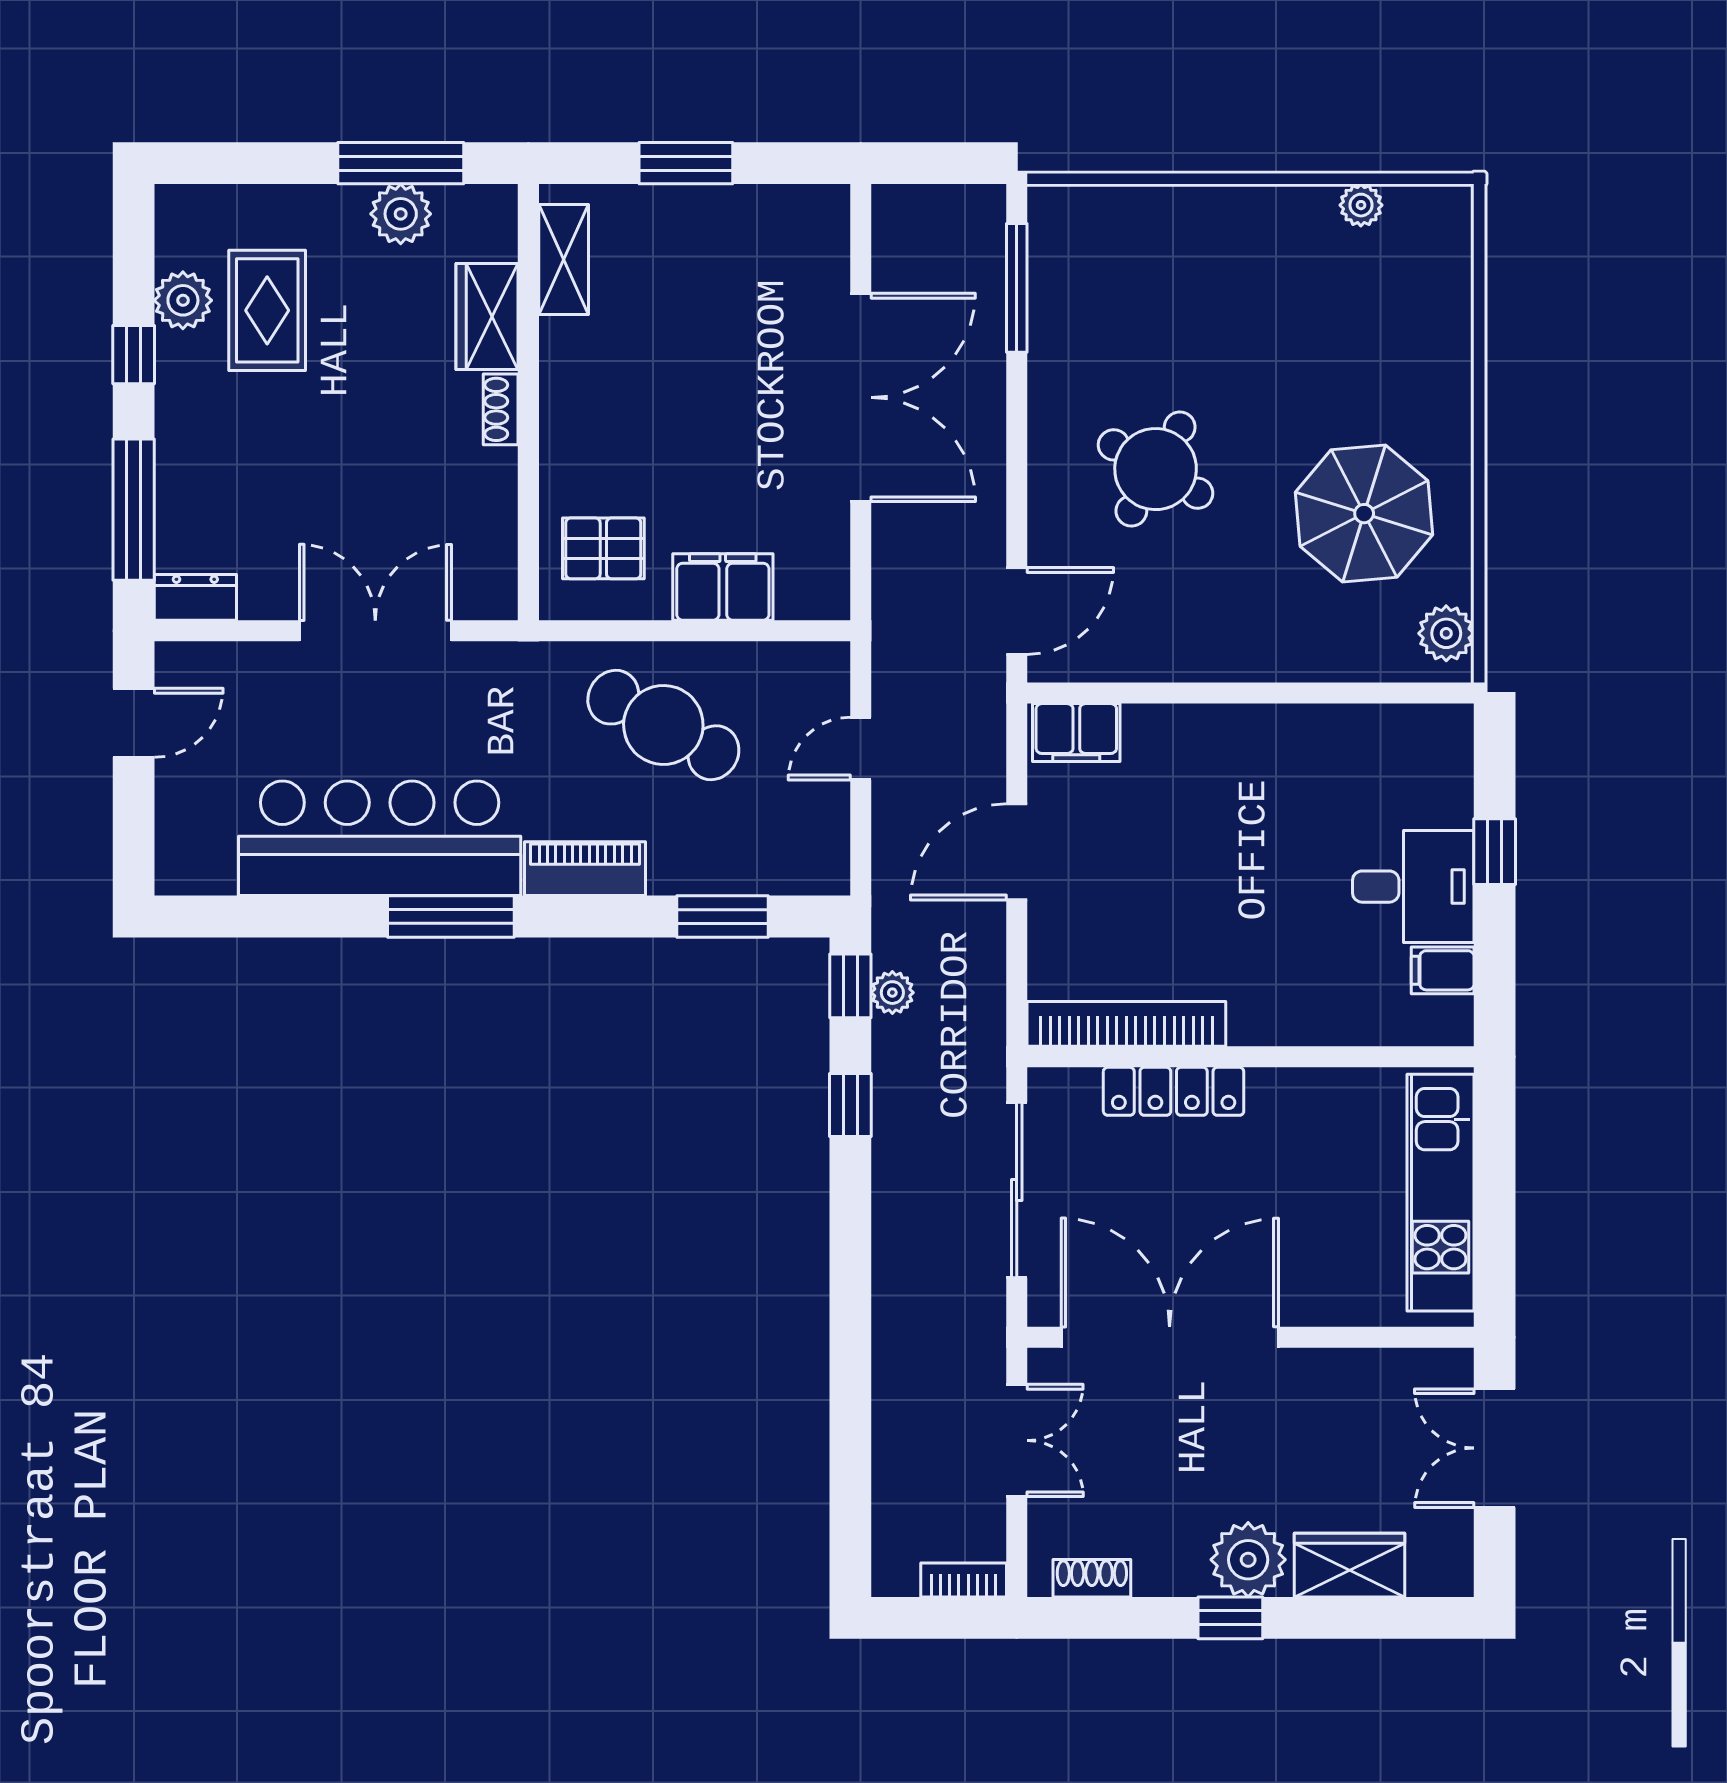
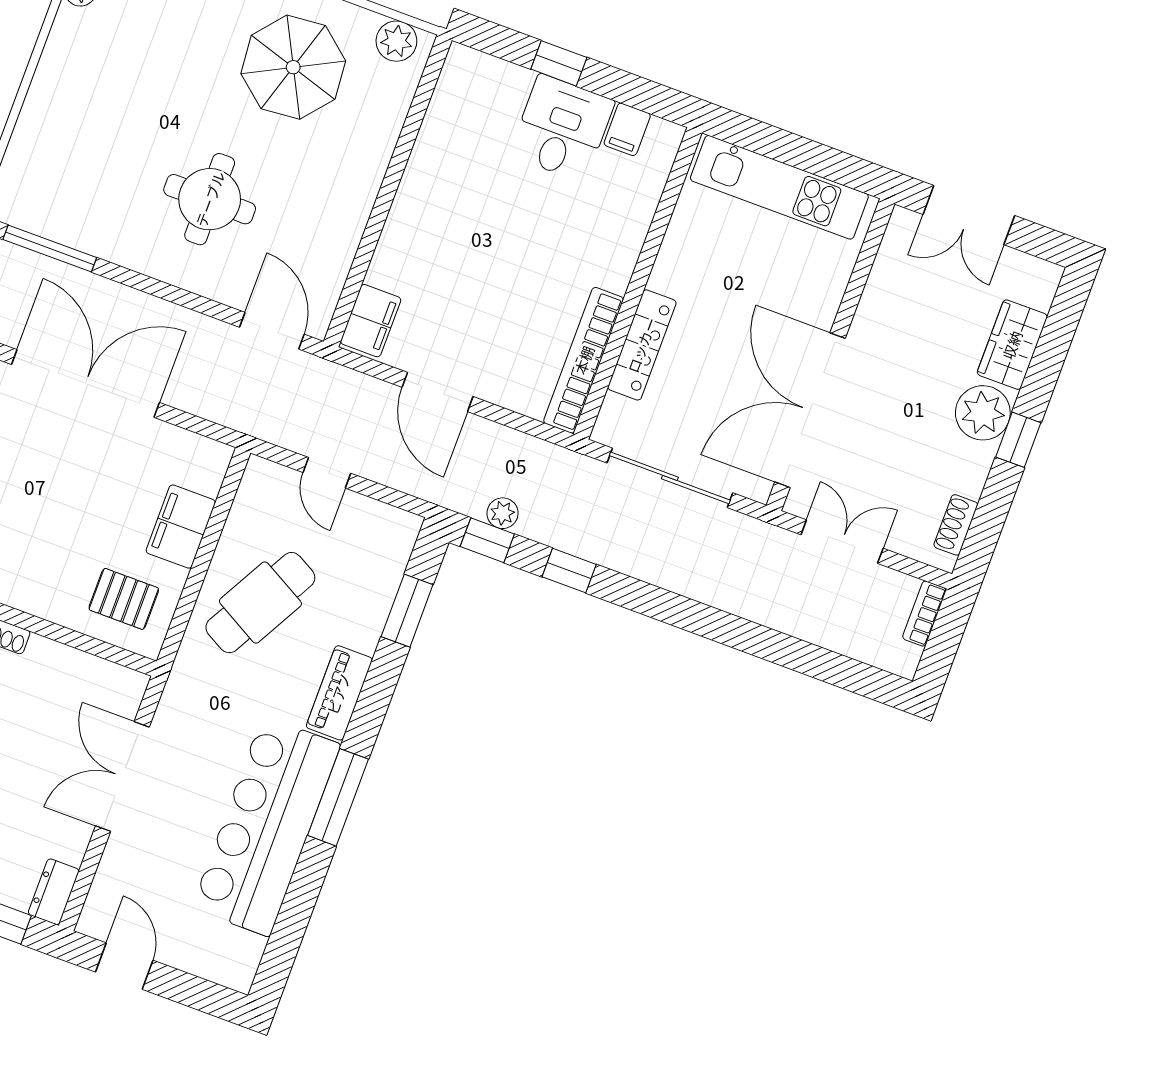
round table: (1156, 469) -> (210, 199), turned -30
pallet: (603, 548) -> (124, 599), turned 90

